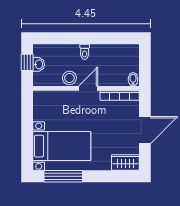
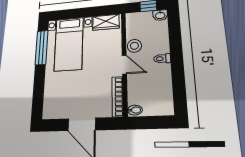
washbasin: (39, 64) -> (160, 15), moved
wardrobe: (125, 163) -> (106, 22), moved, turned 90

